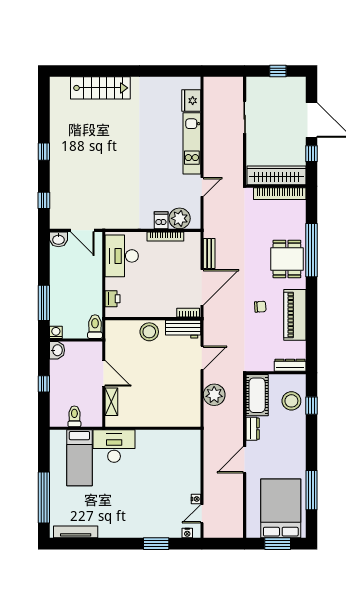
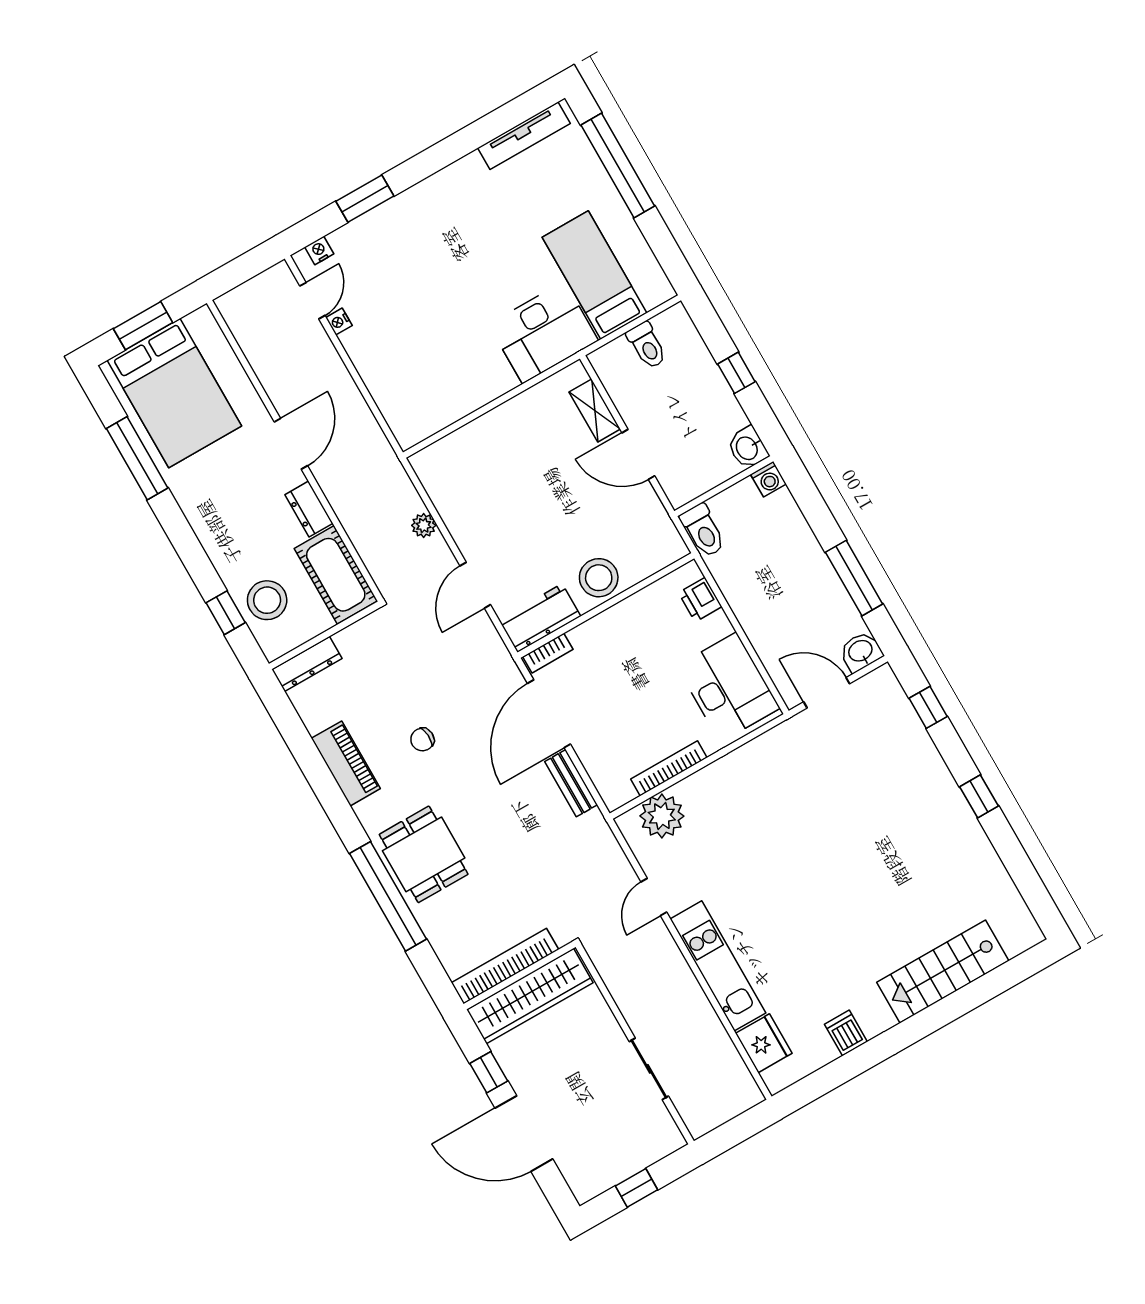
dishwasher: (161, 220) -> (846, 1033), moved, turned 180
window: (44, 303) -> (854, 578), moved
piano: (295, 315) -> (346, 763), width x0.73, depth x0.75
plant: (214, 395) -> (424, 525), width x0.53, depth x0.53

